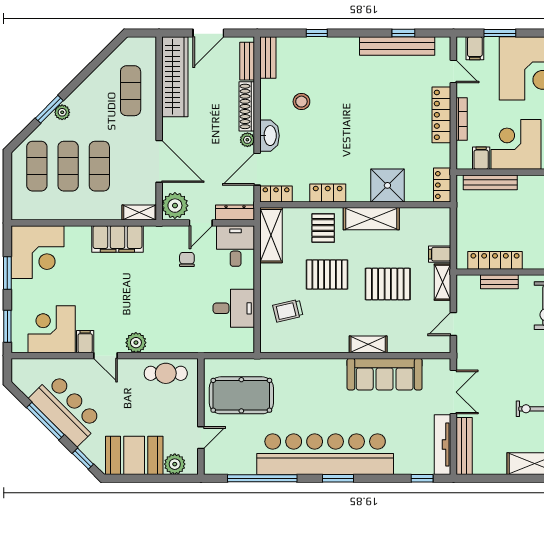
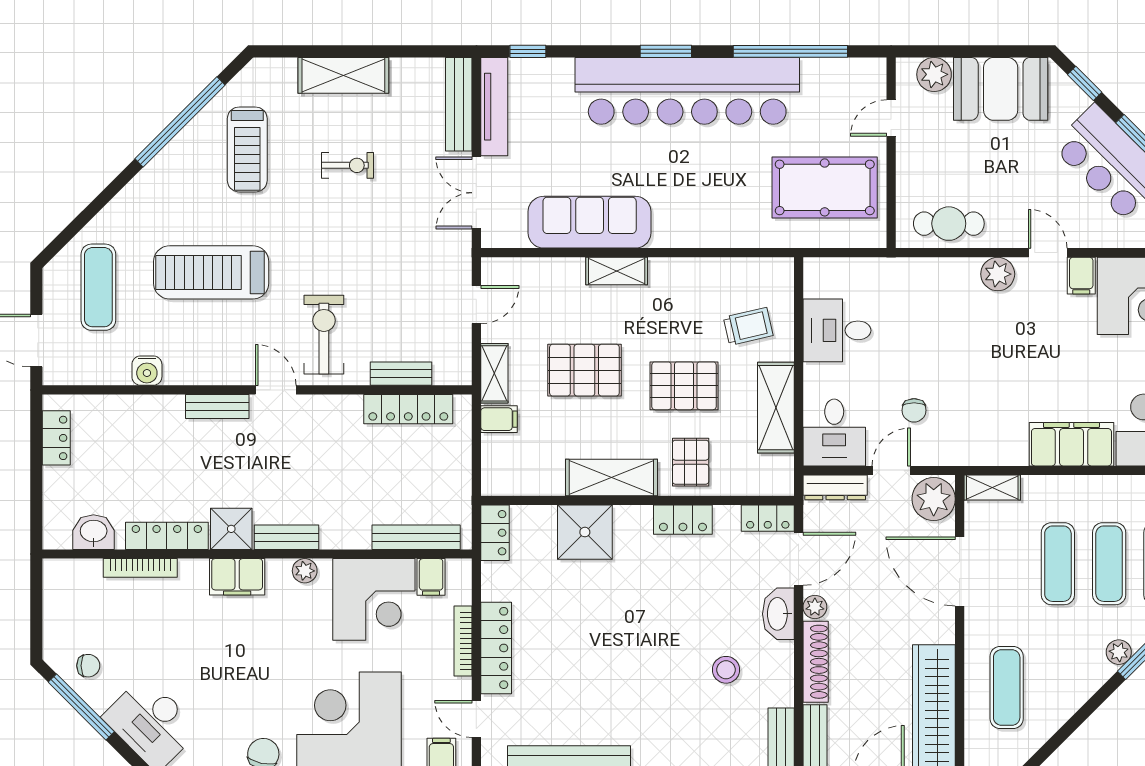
shelving: (271, 235) -> (776, 408), moved
filing cabinet: (117, 239) -> (1071, 444), moved

